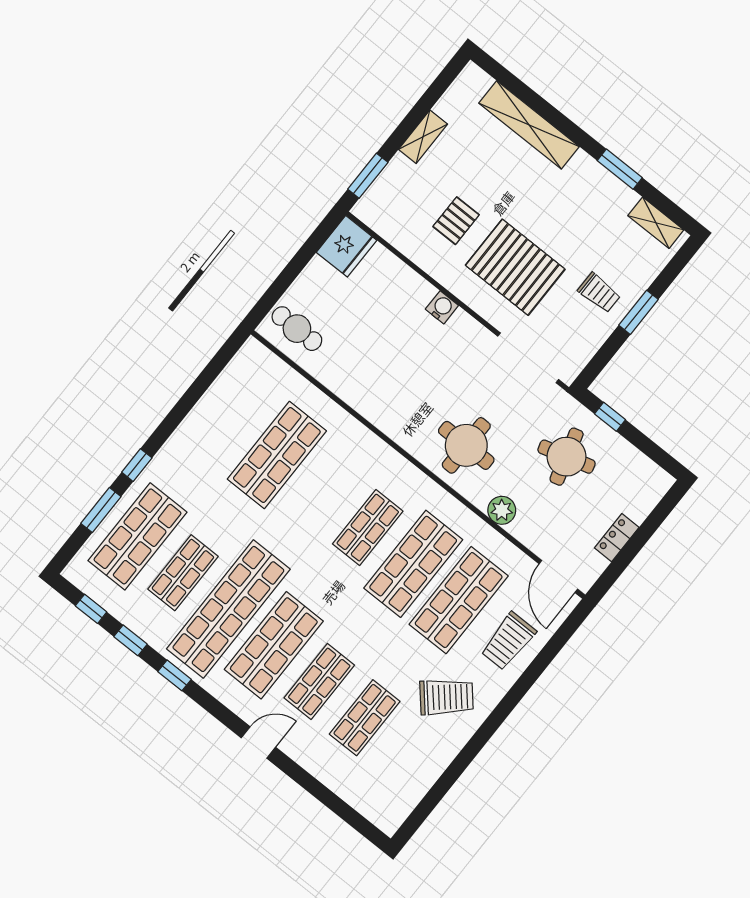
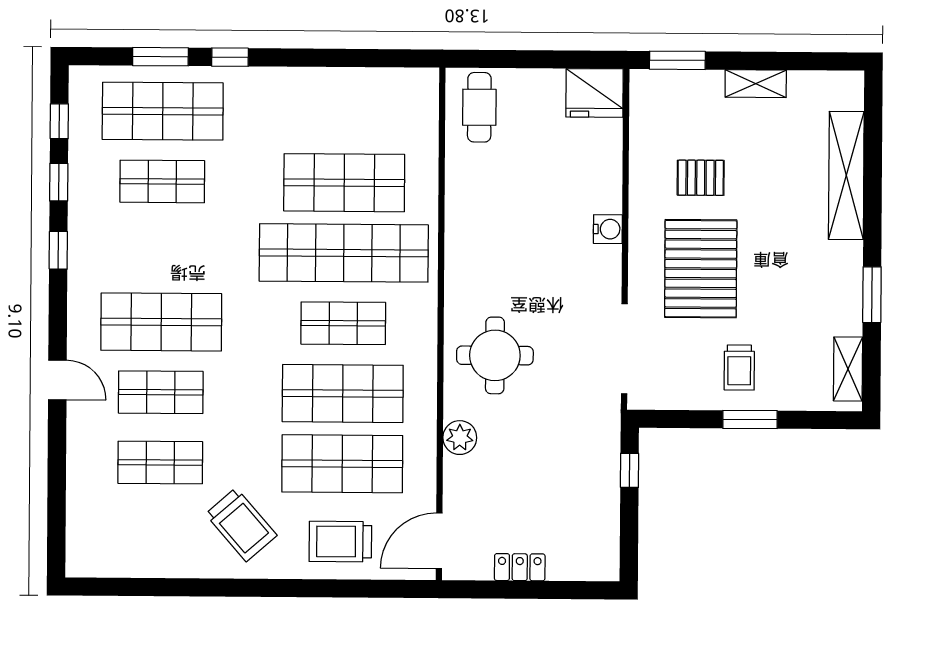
round table: (567, 457) -> (559, 459), removed
shop shelf: (228, 609) -> (344, 253), moved

